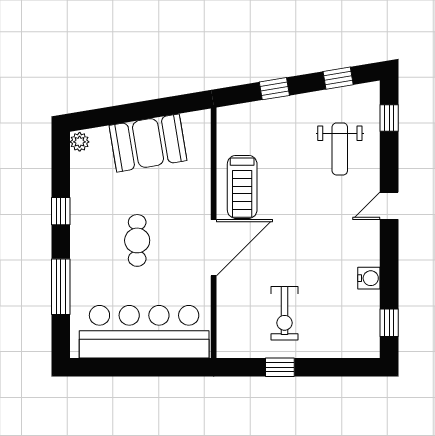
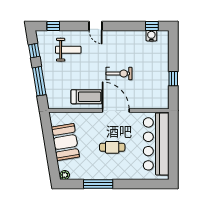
window: (274, 89) -> (39, 81), width x2.17
window: (61, 211) -> (98, 184), width x2.17
water cooler: (369, 278) -> (151, 36), moved
window: (61, 287) -> (135, 184), removed
exercise bike: (285, 313) -> (119, 74), moved

